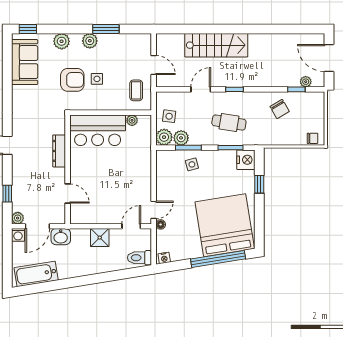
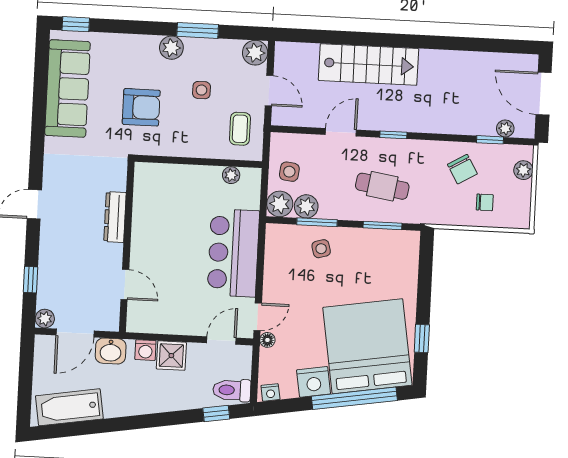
plant: (62, 41) -> (255, 53), moved
sofa: (25, 62) -> (67, 89), width x1.36
side table: (97, 79) -> (202, 90), moved
plant: (319, 108) -> (523, 170), added
bar counter: (98, 130) -> (233, 253), moved, turned 90
chair: (312, 138) -> (485, 202), moved
nightstand: (246, 160) -> (314, 382), moved, turned 81
window: (259, 184) -> (422, 338), moved
washing machine: (18, 235) -> (145, 350), moved
window: (130, 273) -> (216, 413), added

